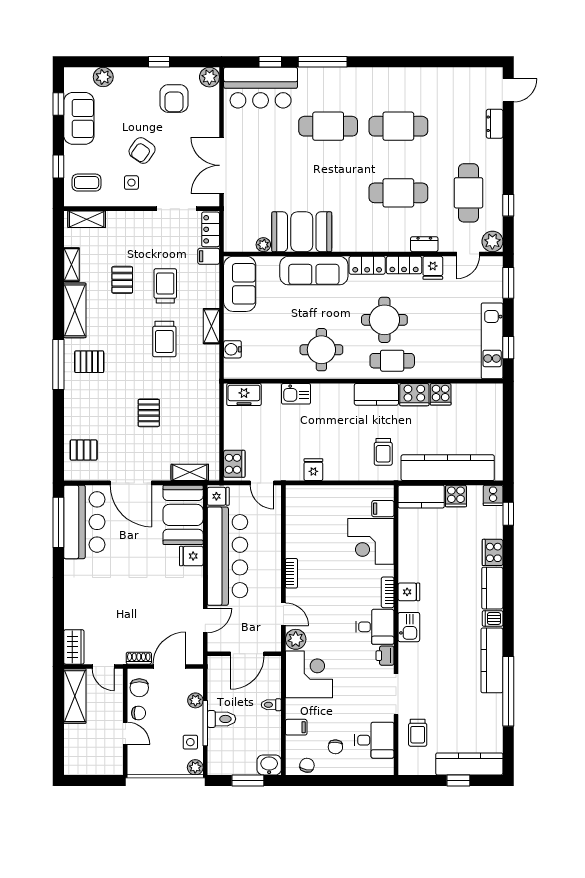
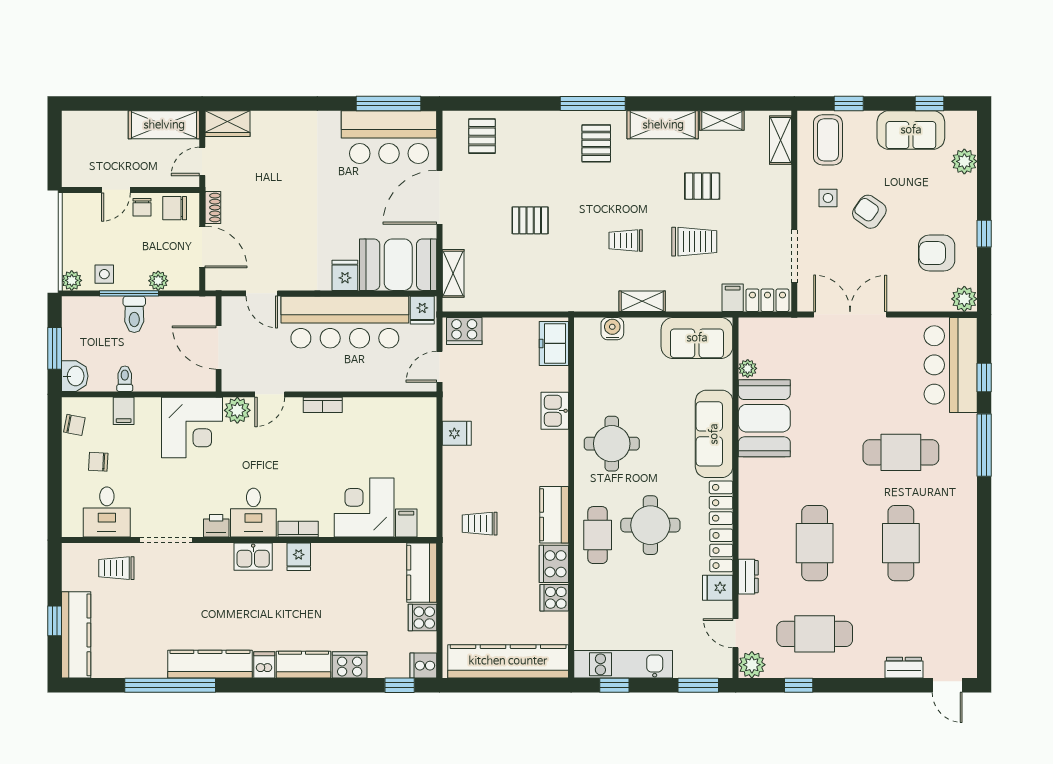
cafe table: (328, 126) -> (901, 452), turned 90
coffee table: (87, 183) -> (828, 140), width x1.36, depth x1.30
trolley: (164, 339) -> (626, 241), width x0.73, depth x0.72
kitchen counter: (448, 468) -> (508, 661), moved, turned -90
toilet: (271, 705) -> (125, 379), moved

